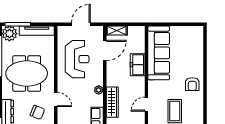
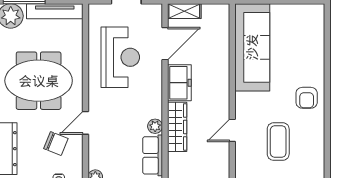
freezer: (138, 65) -> (179, 83), moved, turned 180
plant: (99, 90) -> (155, 126), moved
door: (56, 99) -> (86, 123), swing flipped

